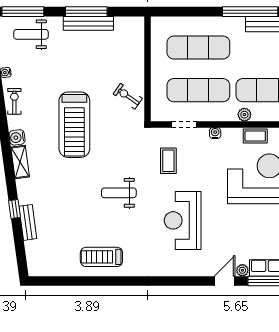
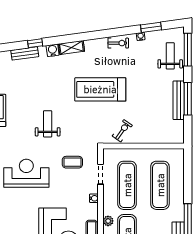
water cooler: (17, 137) -> (53, 50), moved

